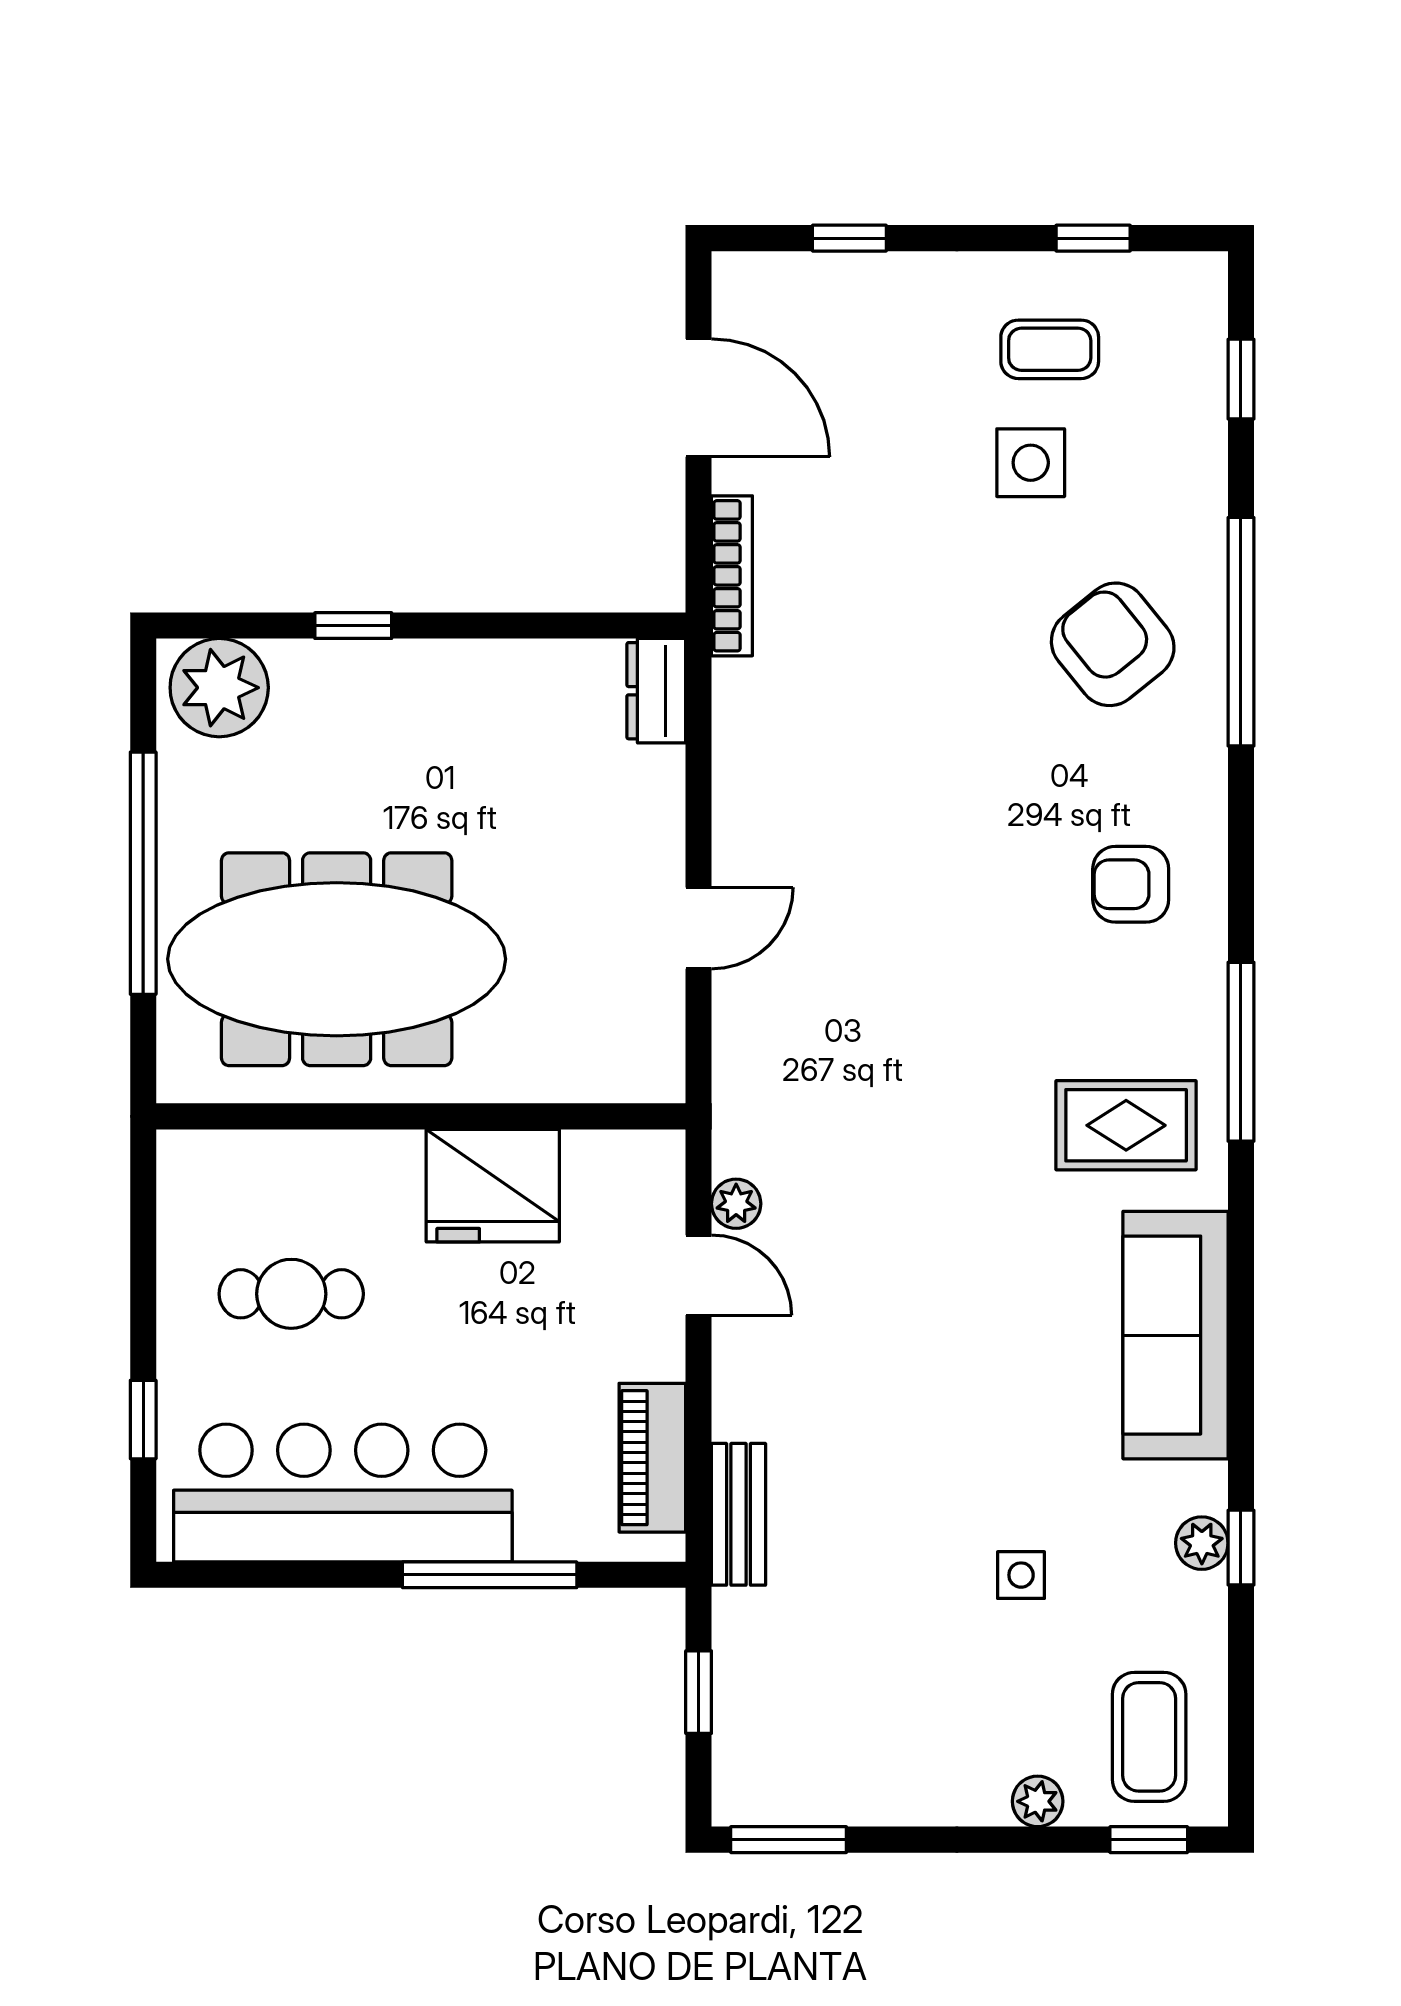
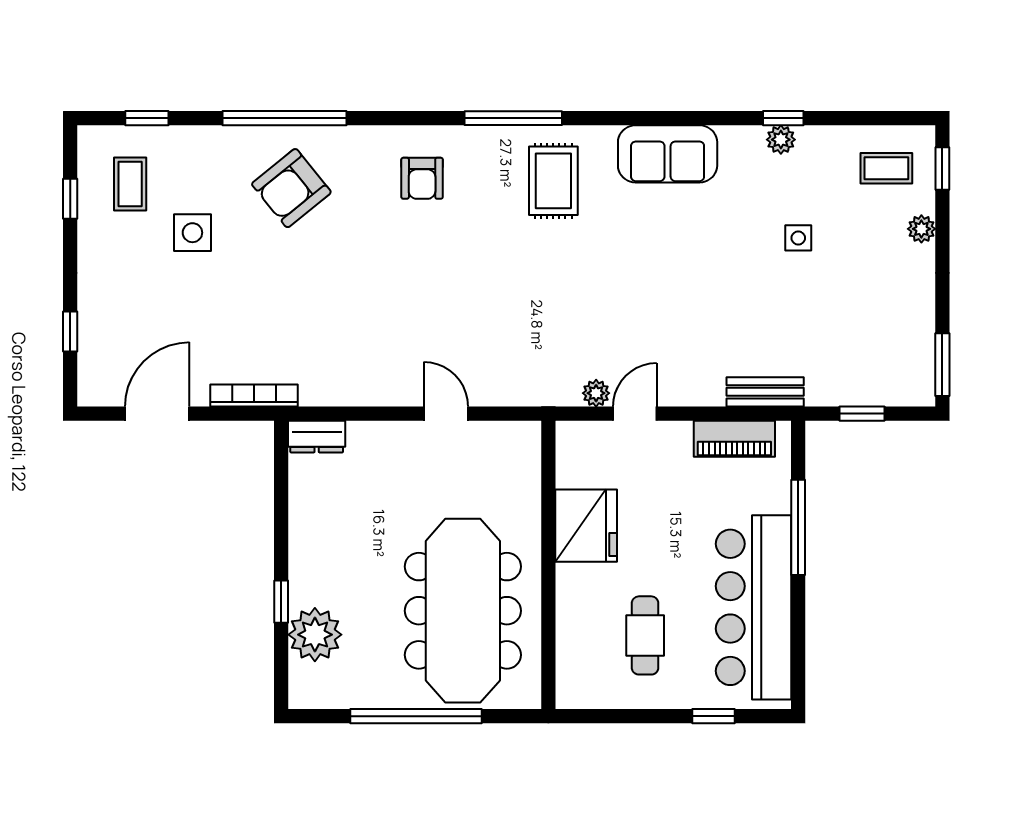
coffee table: (1050, 349) -> (130, 184), moved
plant: (219, 688) -> (315, 635), moved
sofa: (1175, 1335) -> (668, 154), width x0.73
coffee table: (1149, 1737) -> (886, 168), width x0.73, depth x0.77

